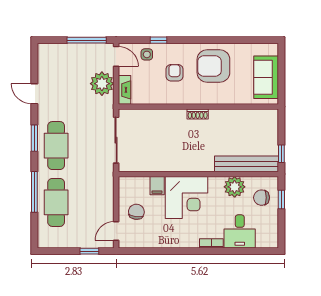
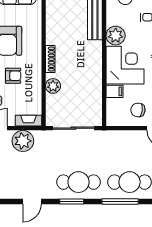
armchair: (174, 73) -> (13, 76), turned 180
shoe rack: (198, 114) -> (50, 59), width x1.43
plant: (163, 117) -> (53, 86), added
plant: (235, 187) -> (116, 36), moved

